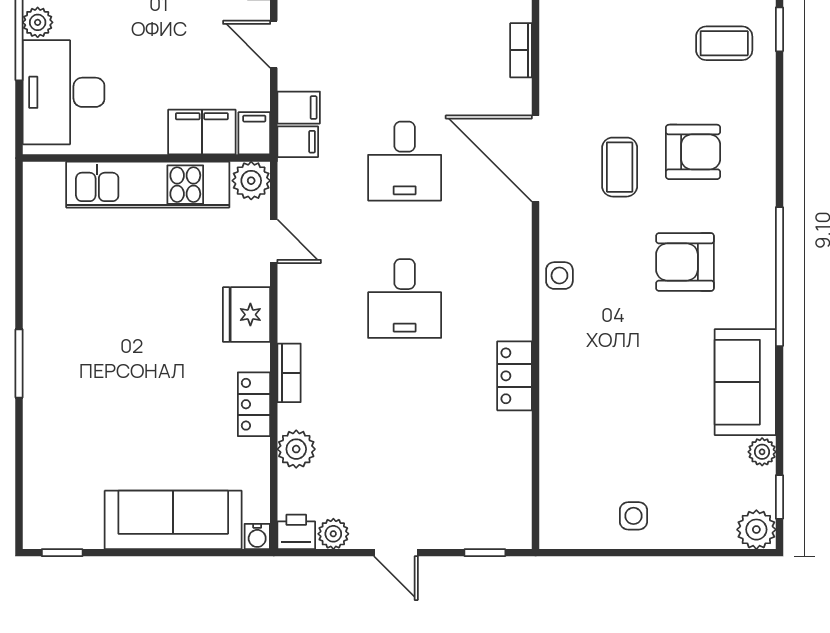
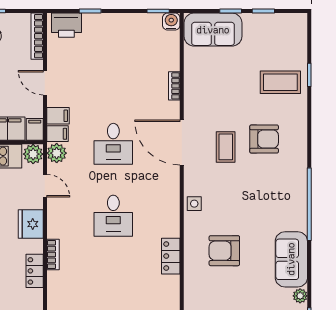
coffee table: (724, 43) -> (280, 82), width x1.36, depth x1.30
armchair: (685, 262) -> (224, 251), moved
plant: (296, 449) -> (57, 153), moved

